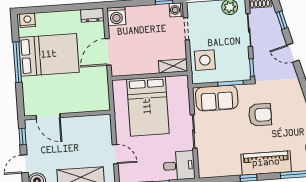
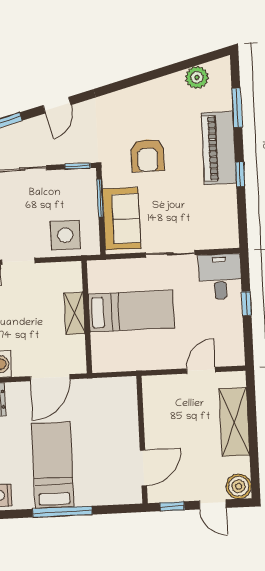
door: (108, 52) -> (50, 378), hinge flipped
bed: (49, 55) -> (53, 465), width x0.67
shelving: (173, 66) -> (75, 313), moved
bed: (148, 106) -> (131, 311), width x0.67
armchair: (260, 115) -> (148, 155), turned 180

